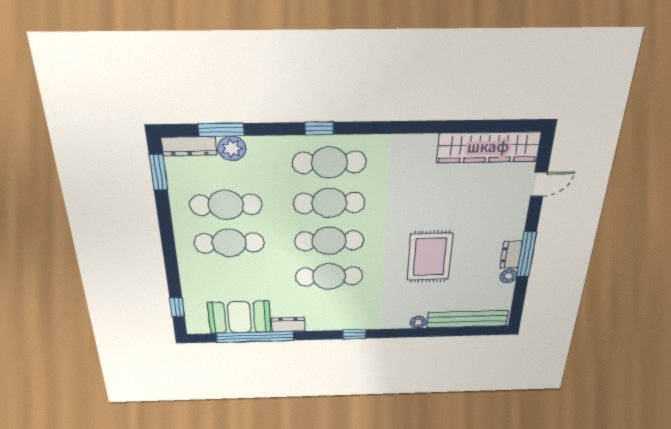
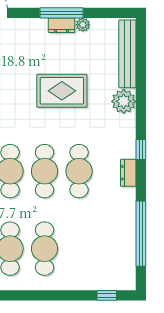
booth: (240, 317) -> (119, 245), removed
plant: (418, 322) -> (124, 101), width x1.88, depth x1.88
dresser: (288, 325) -> (128, 173), moved

